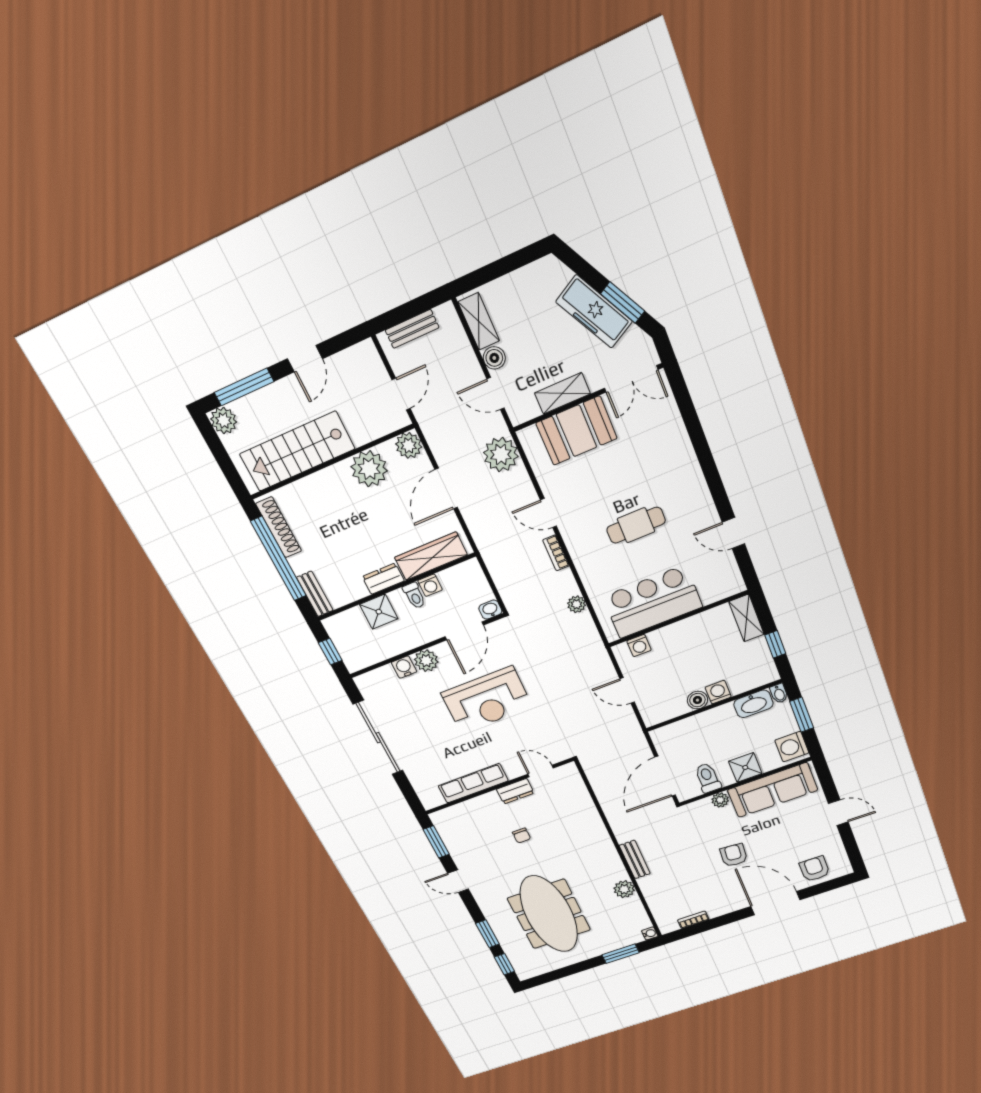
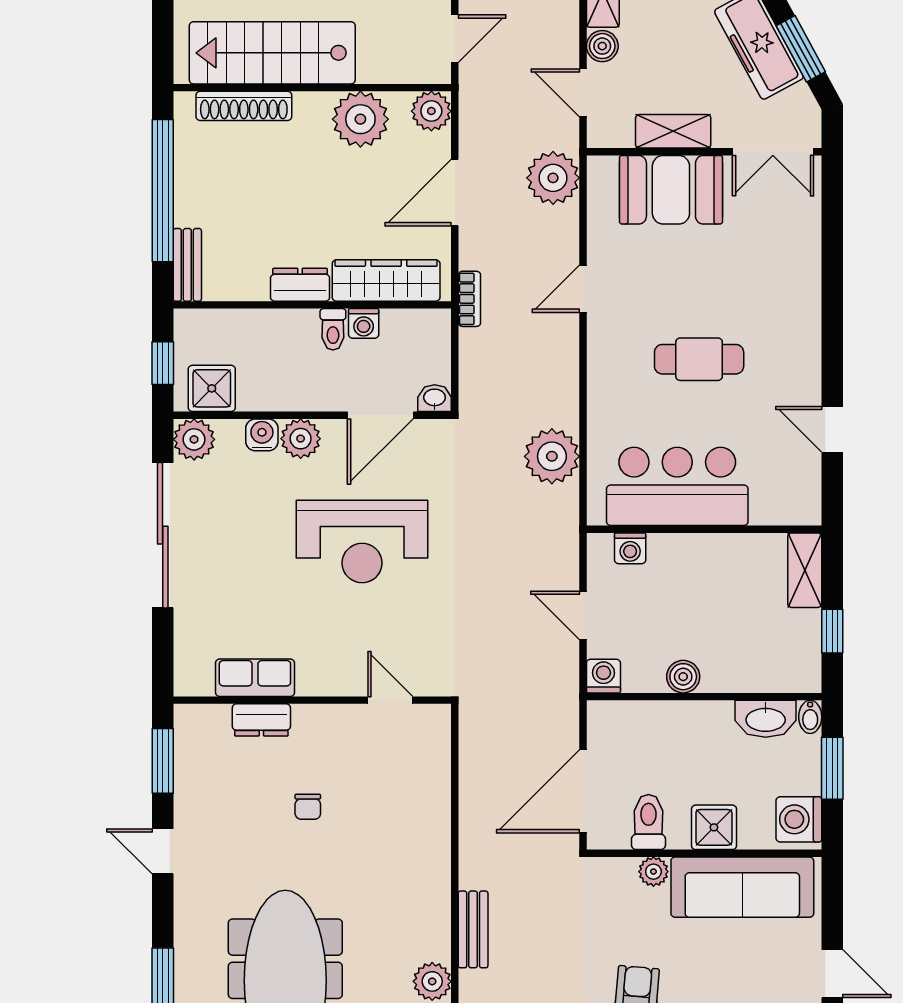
door: (549, 513) -> (583, 289), hinge flipped
shoe rack: (279, 527) -> (244, 106), moved, turned 90
bookcase: (556, 553) -> (469, 299), moved, turned 180
plant: (577, 604) -> (552, 456), width x1.87, depth x1.87
shower: (379, 612) -> (212, 388), moved
plant: (369, 684) -> (194, 439), added
washing machine: (718, 692) -> (603, 676), moved
row of seats: (473, 783) -> (255, 678), width x0.68
dresser: (515, 791) -> (261, 720), moved

